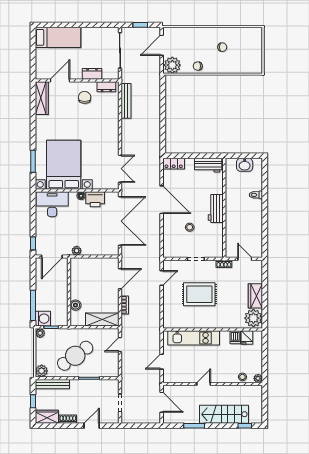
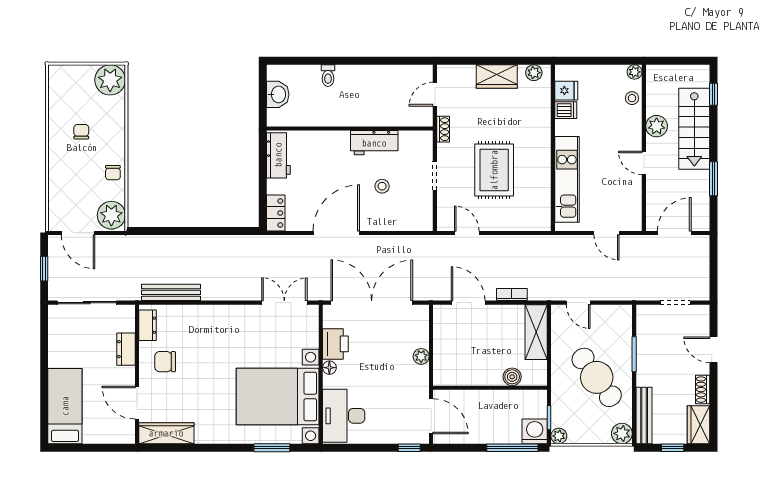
plant: (253, 64) -> (110, 80), added
workbench: (216, 209) -> (374, 143), moved
plant: (77, 251) -> (421, 356), moved
plant: (253, 318) -> (534, 73), width x0.53, depth x0.53
plant: (226, 392) -> (657, 126), added

